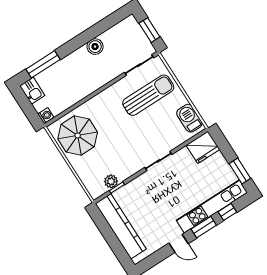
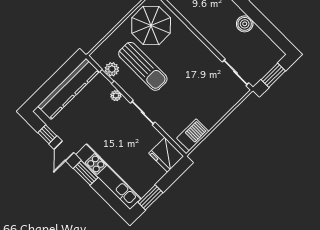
sun lounger: (148, 95) -> (143, 66), moved
plant: (137, 183) -> (116, 96), added
window: (227, 212) -> (47, 134), moved

